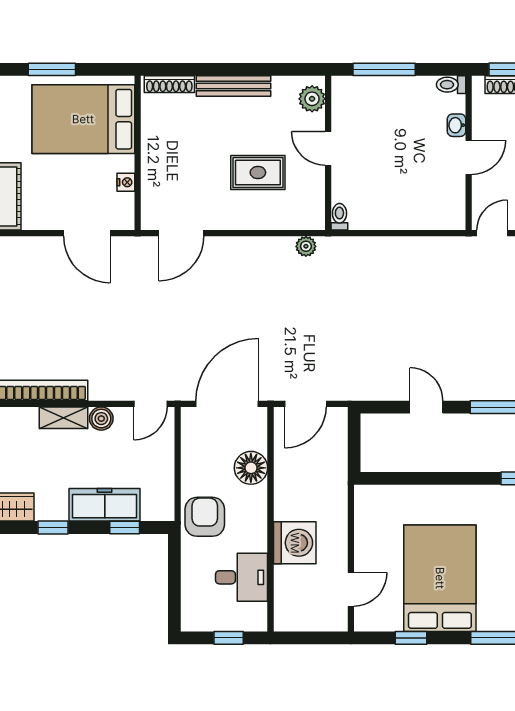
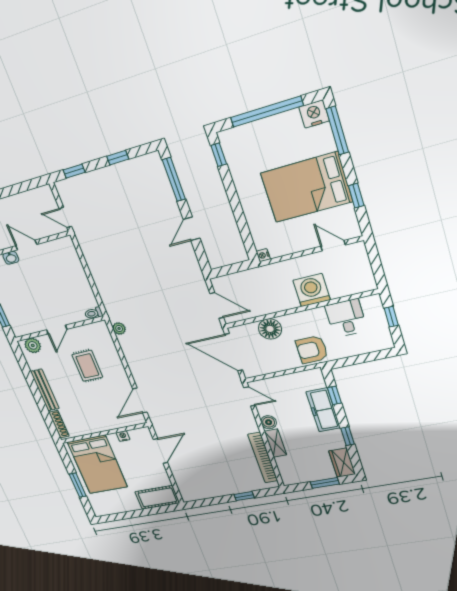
door: (181, 233) -> (140, 400), swing flipped
nightstand: (362, 493) -> (263, 255), added

